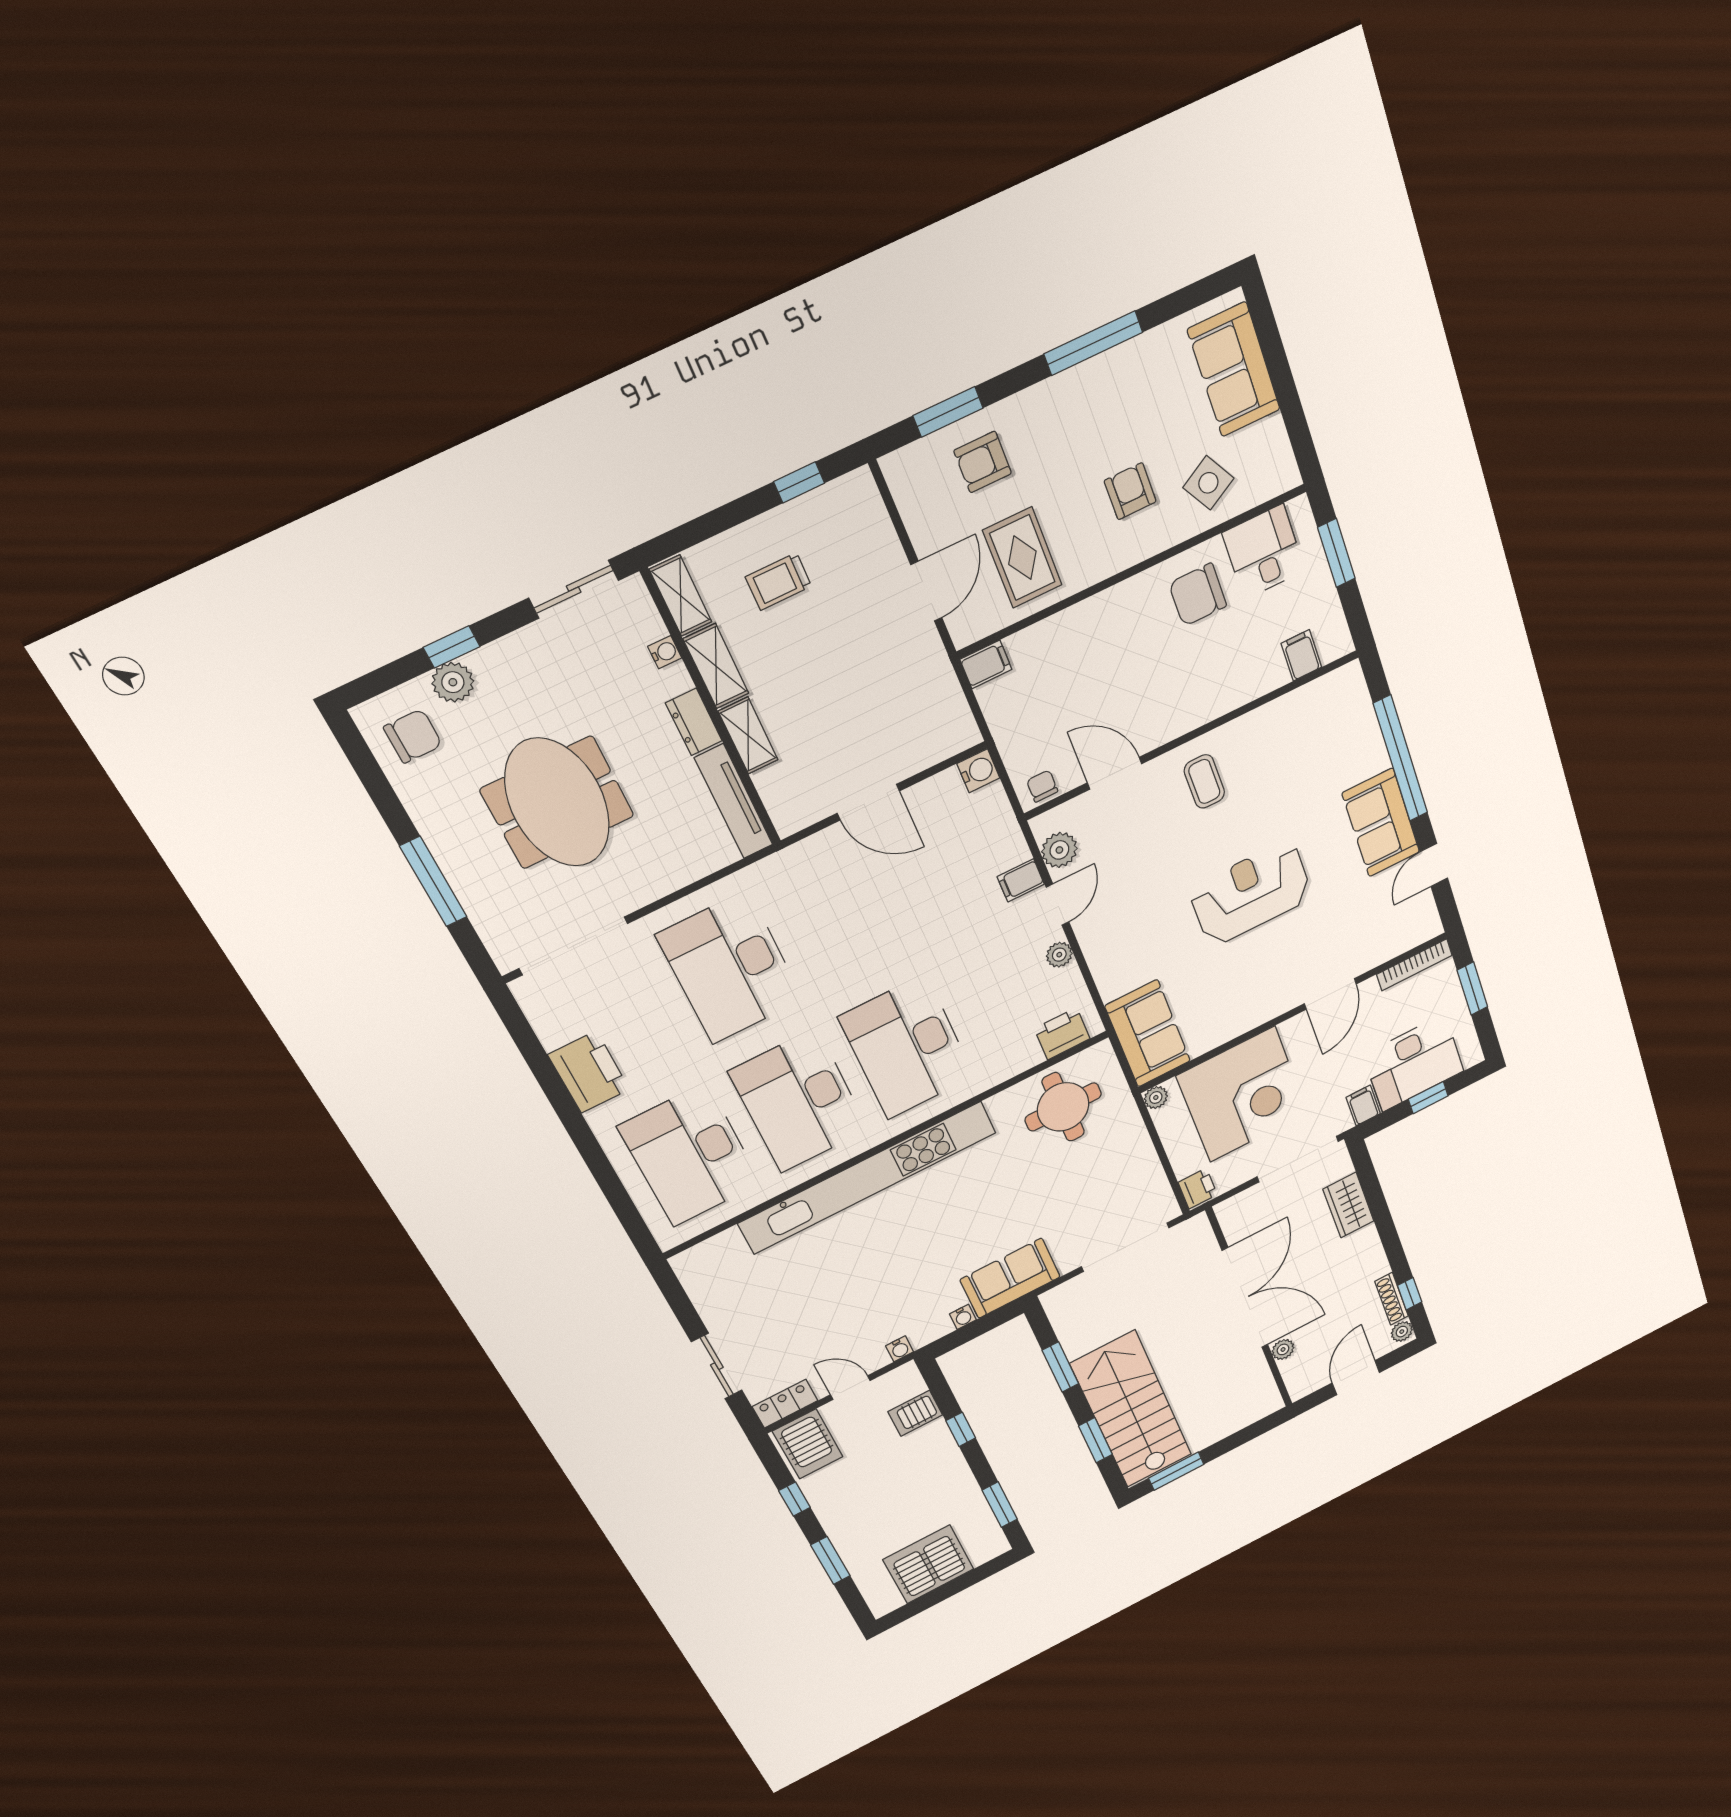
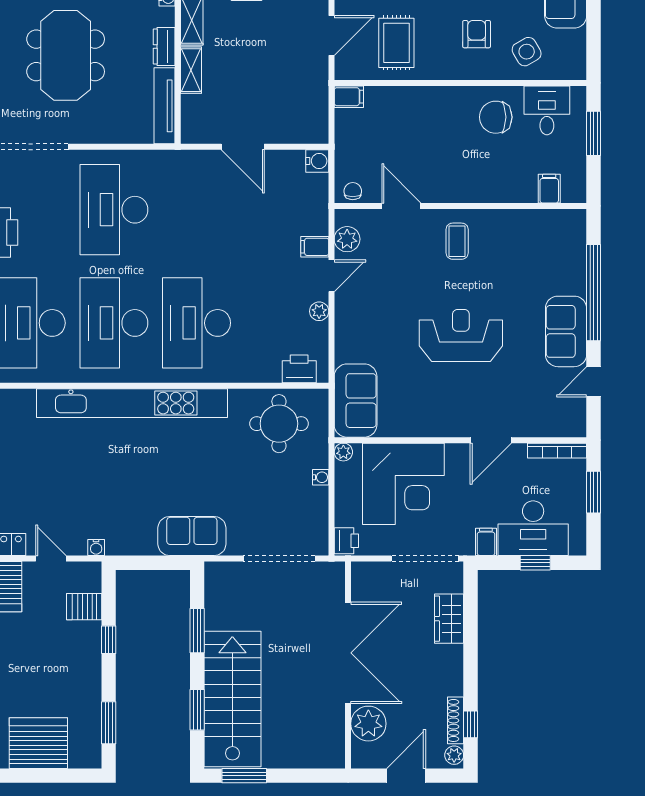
water cooler: (963, 1317) -> (321, 477), moved, turned -90
plant: (1283, 1349) -> (368, 724), width x1.88, depth x1.88

